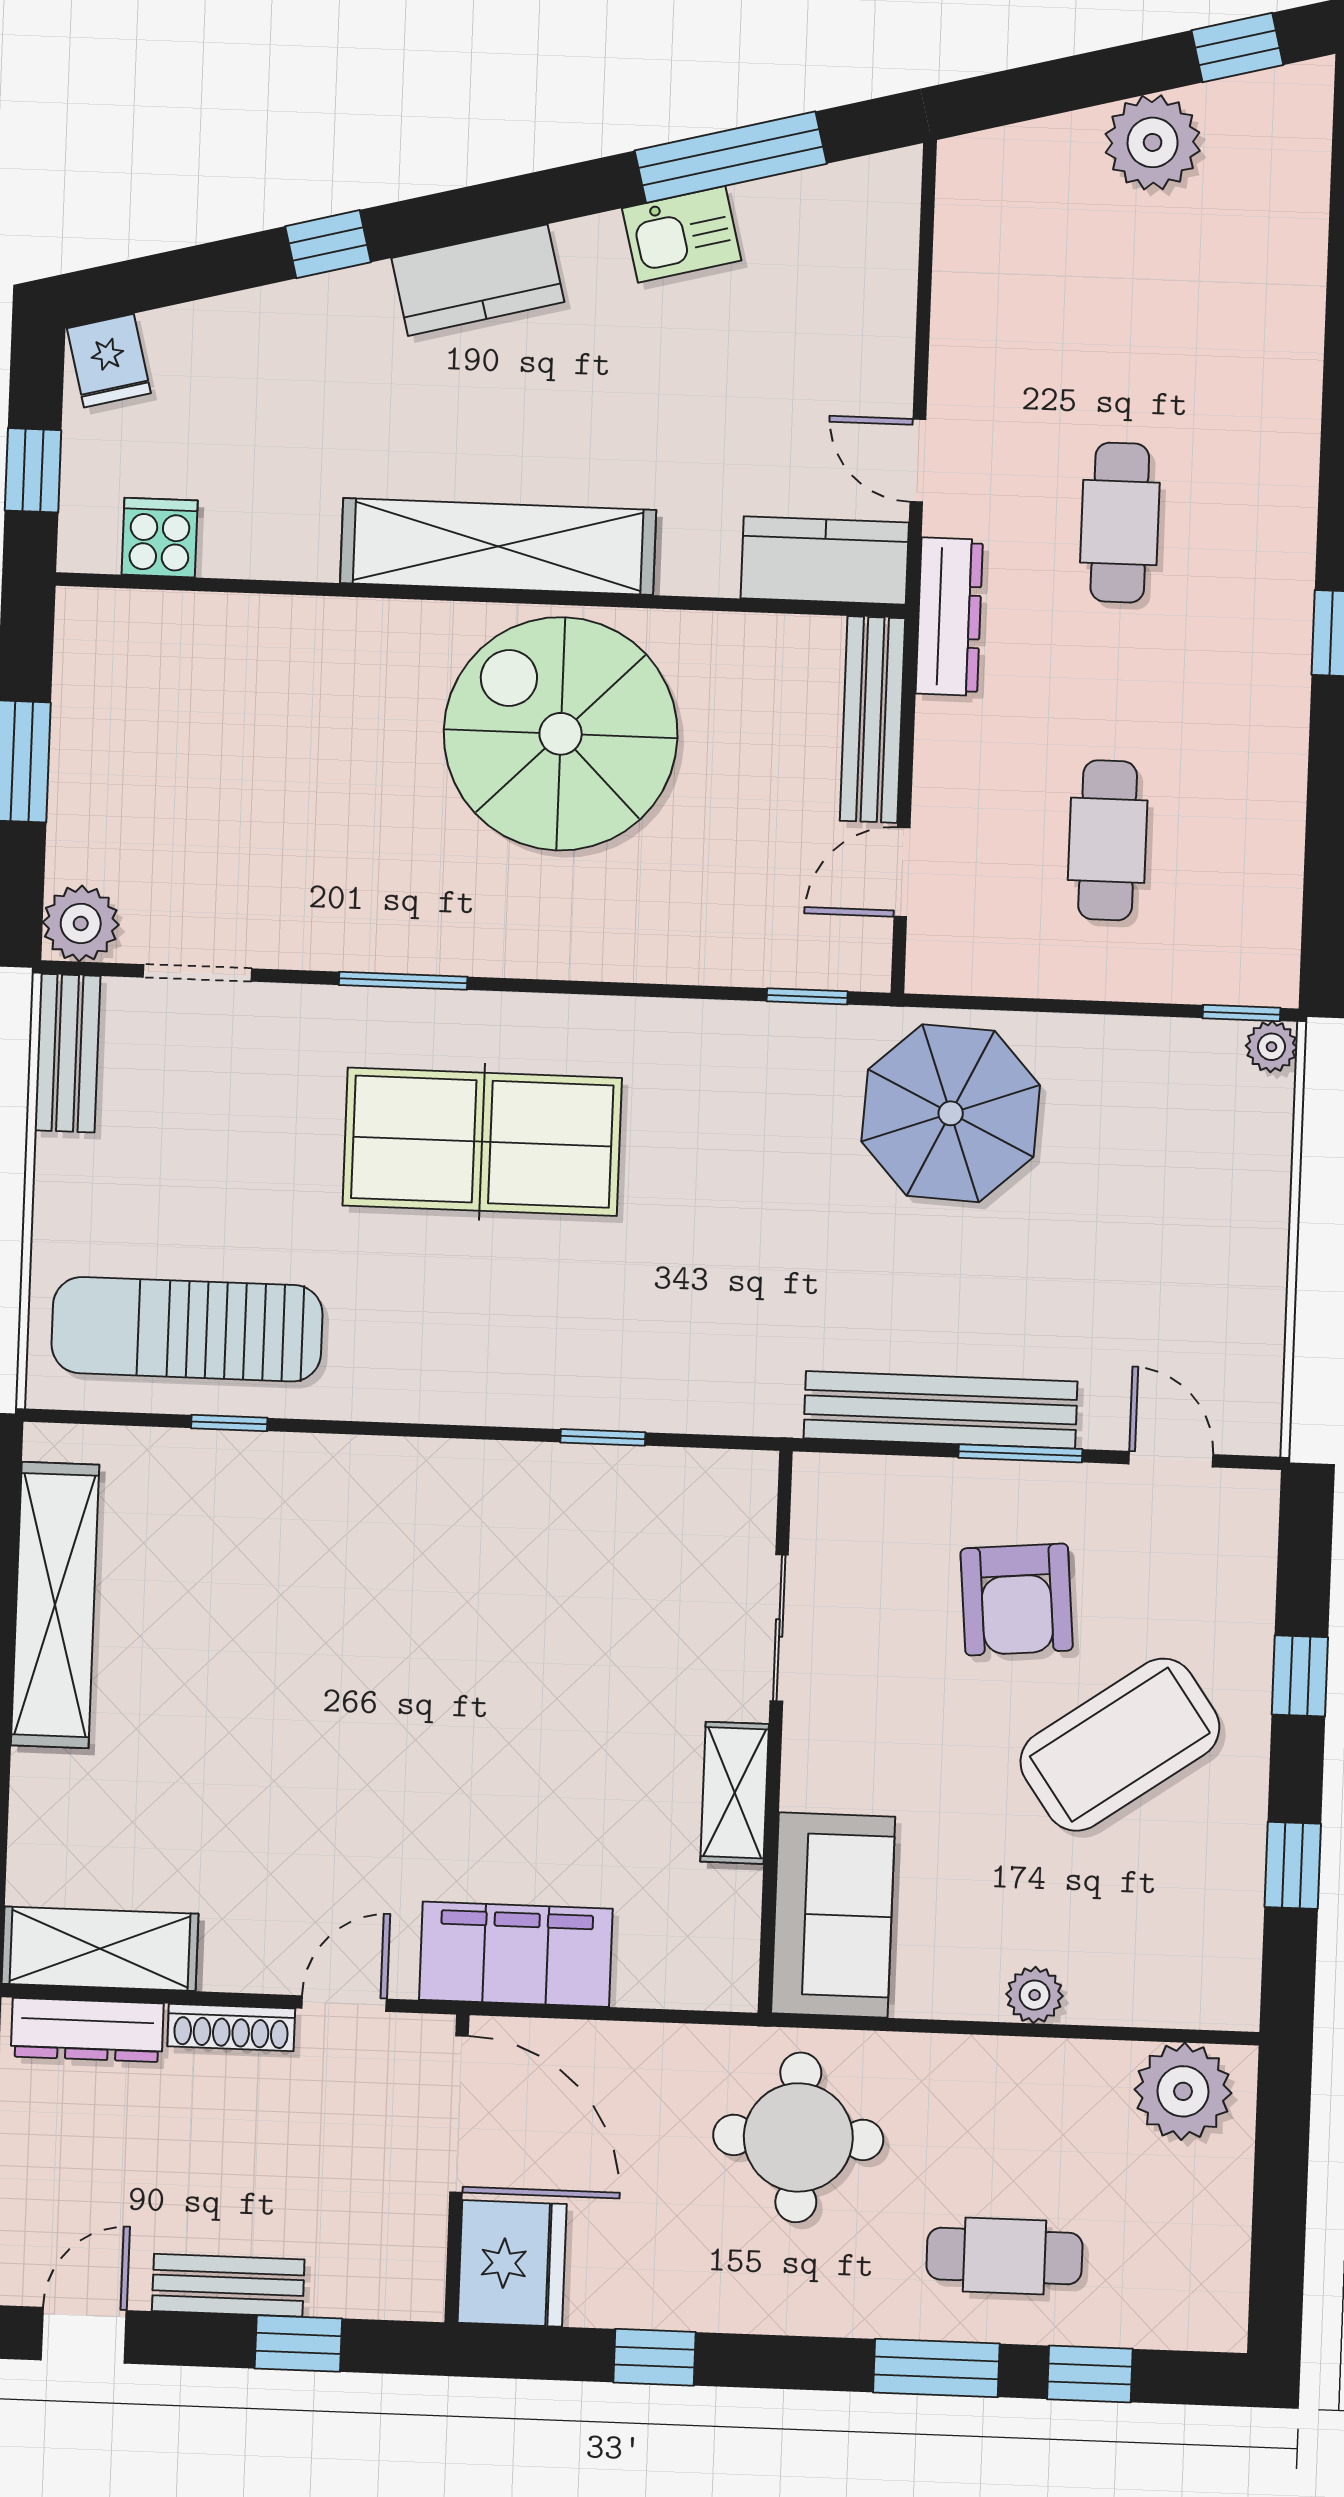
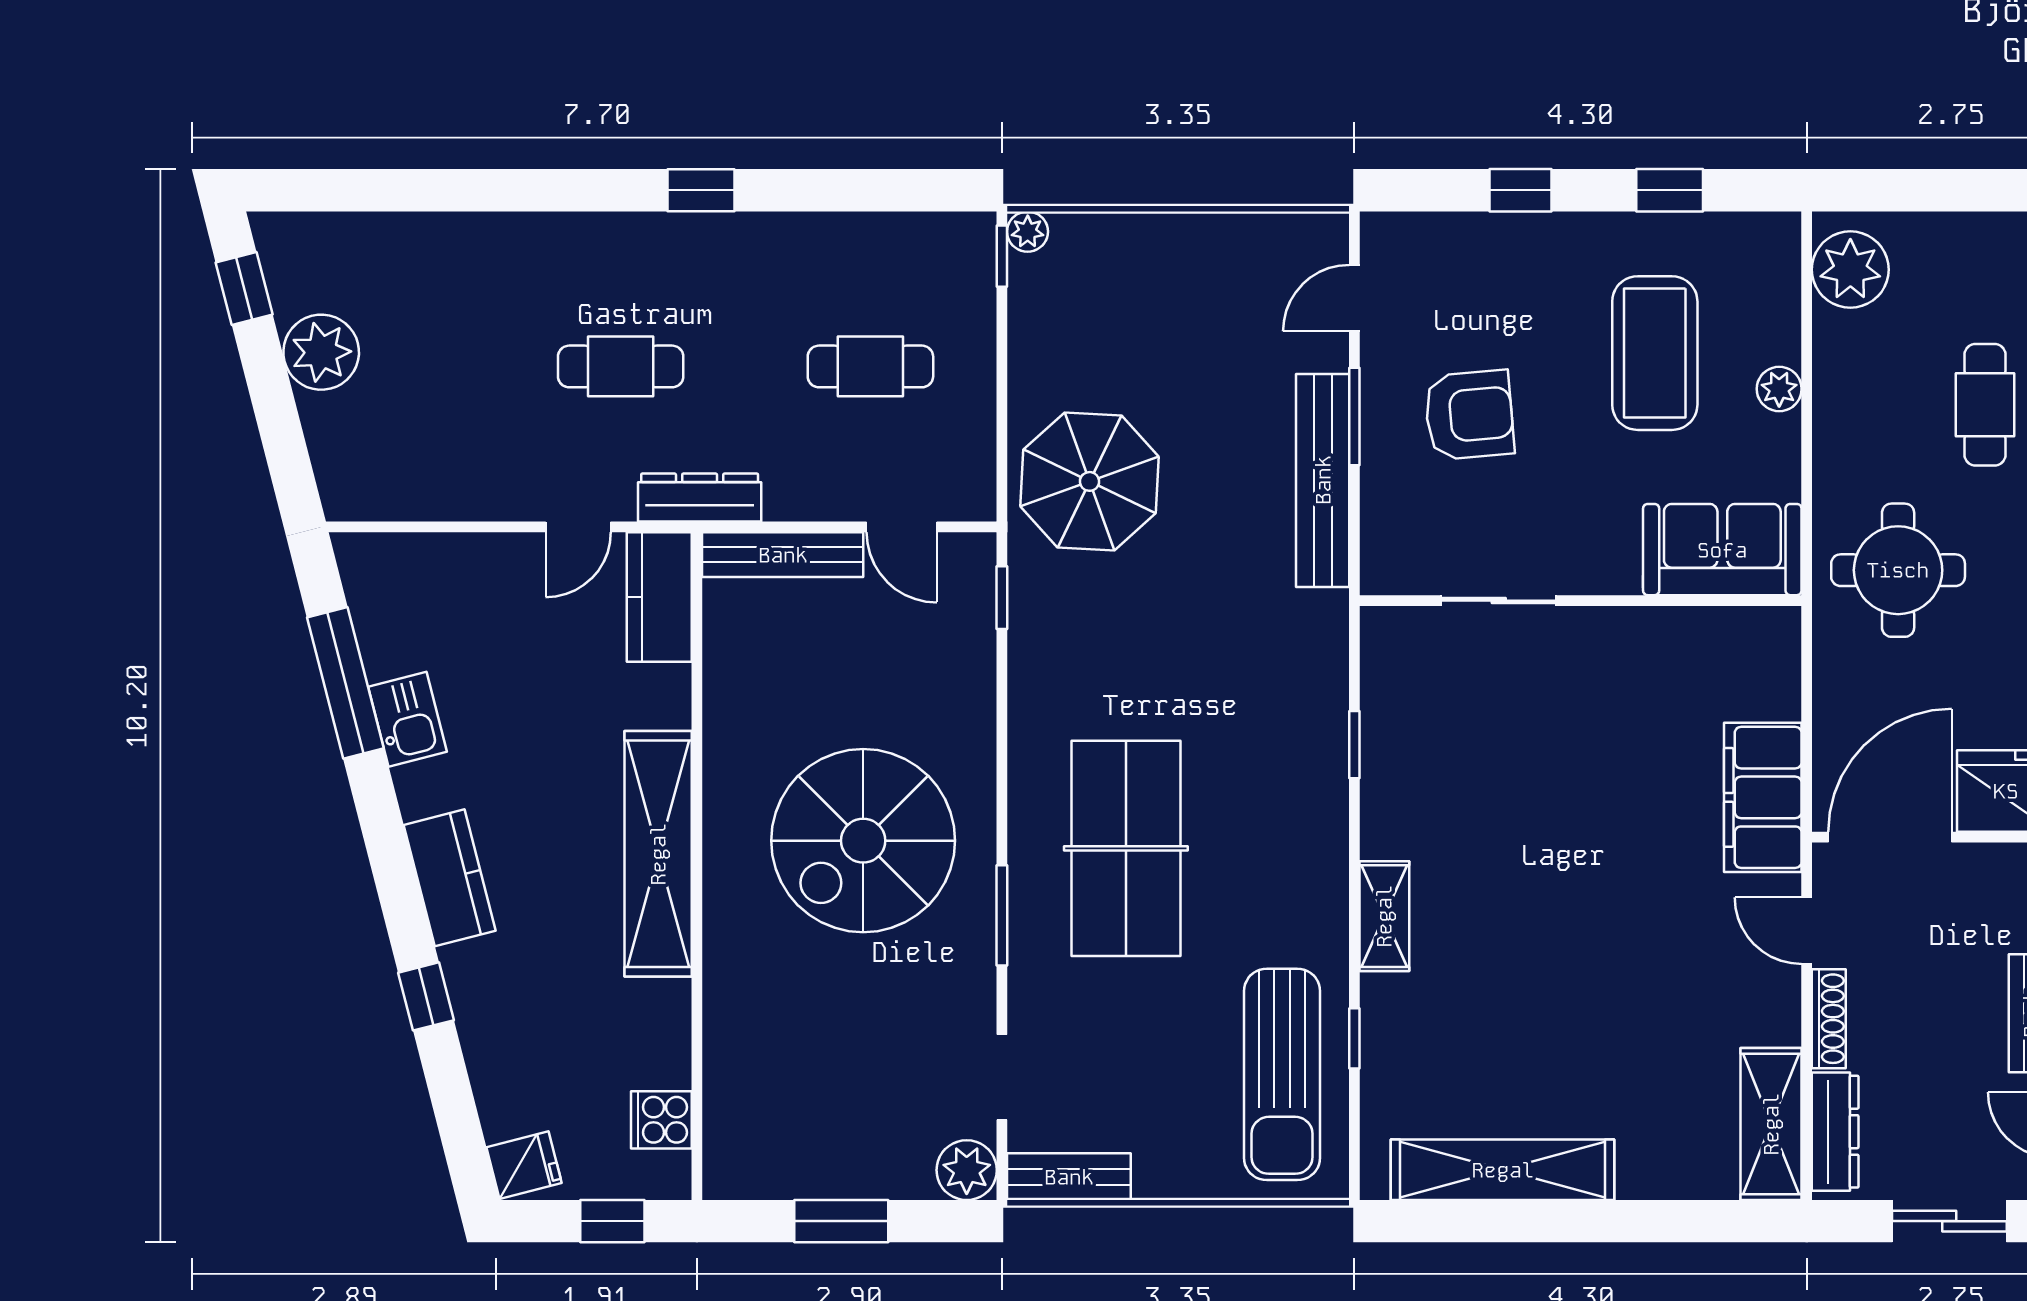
spiral stairs: (561, 734) -> (863, 841), moved
coffee table: (1120, 1745) -> (1655, 353), moved, turned 35
shelving: (735, 1793) -> (1384, 916), moved, turned 90

